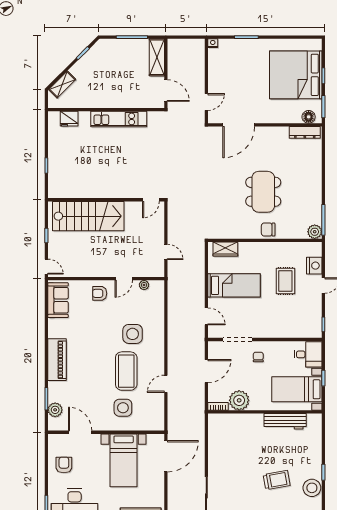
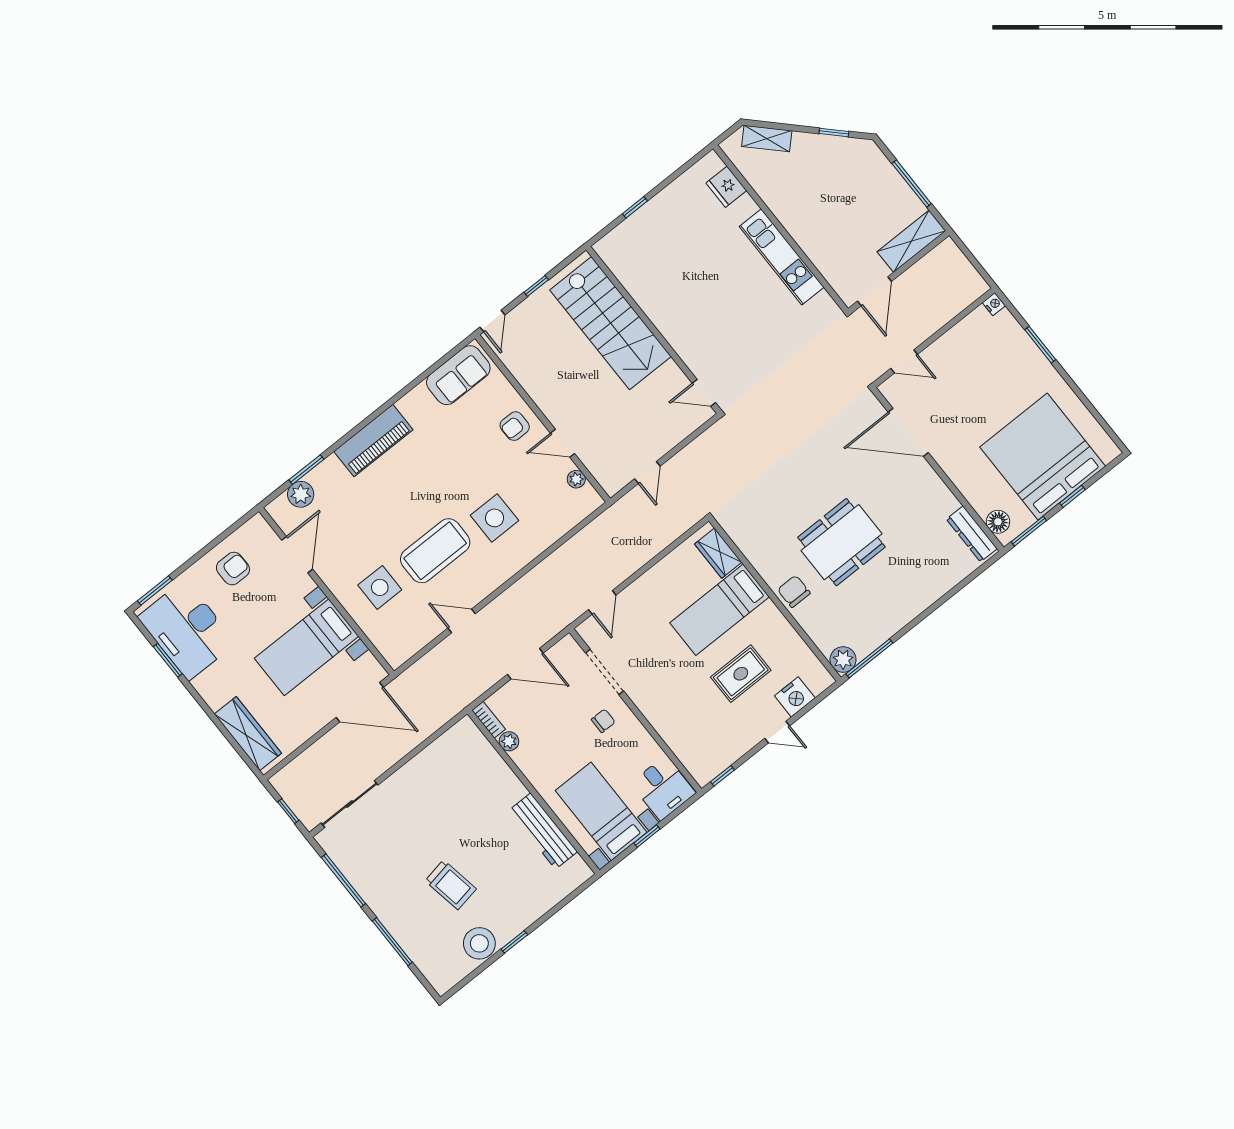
bed: (234, 285) -> (720, 610), moved, turned 90
armchair: (100, 293) -> (515, 426), turned -90
plant: (239, 400) -> (509, 741), width x0.53, depth x0.53

